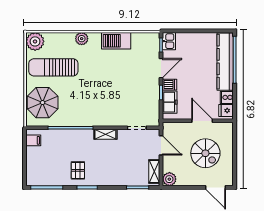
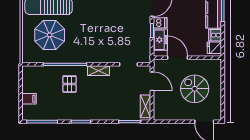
parasol: (43, 103) -> (50, 35), moved
door: (202, 121) -> (178, 58), moved
filing cabinet: (33, 140) -> (29, 99), moved
spiral stairs: (205, 153) -> (195, 89), turned 180
pallet: (78, 170) -> (69, 84), moved
plant: (169, 179) -> (160, 114), removed

